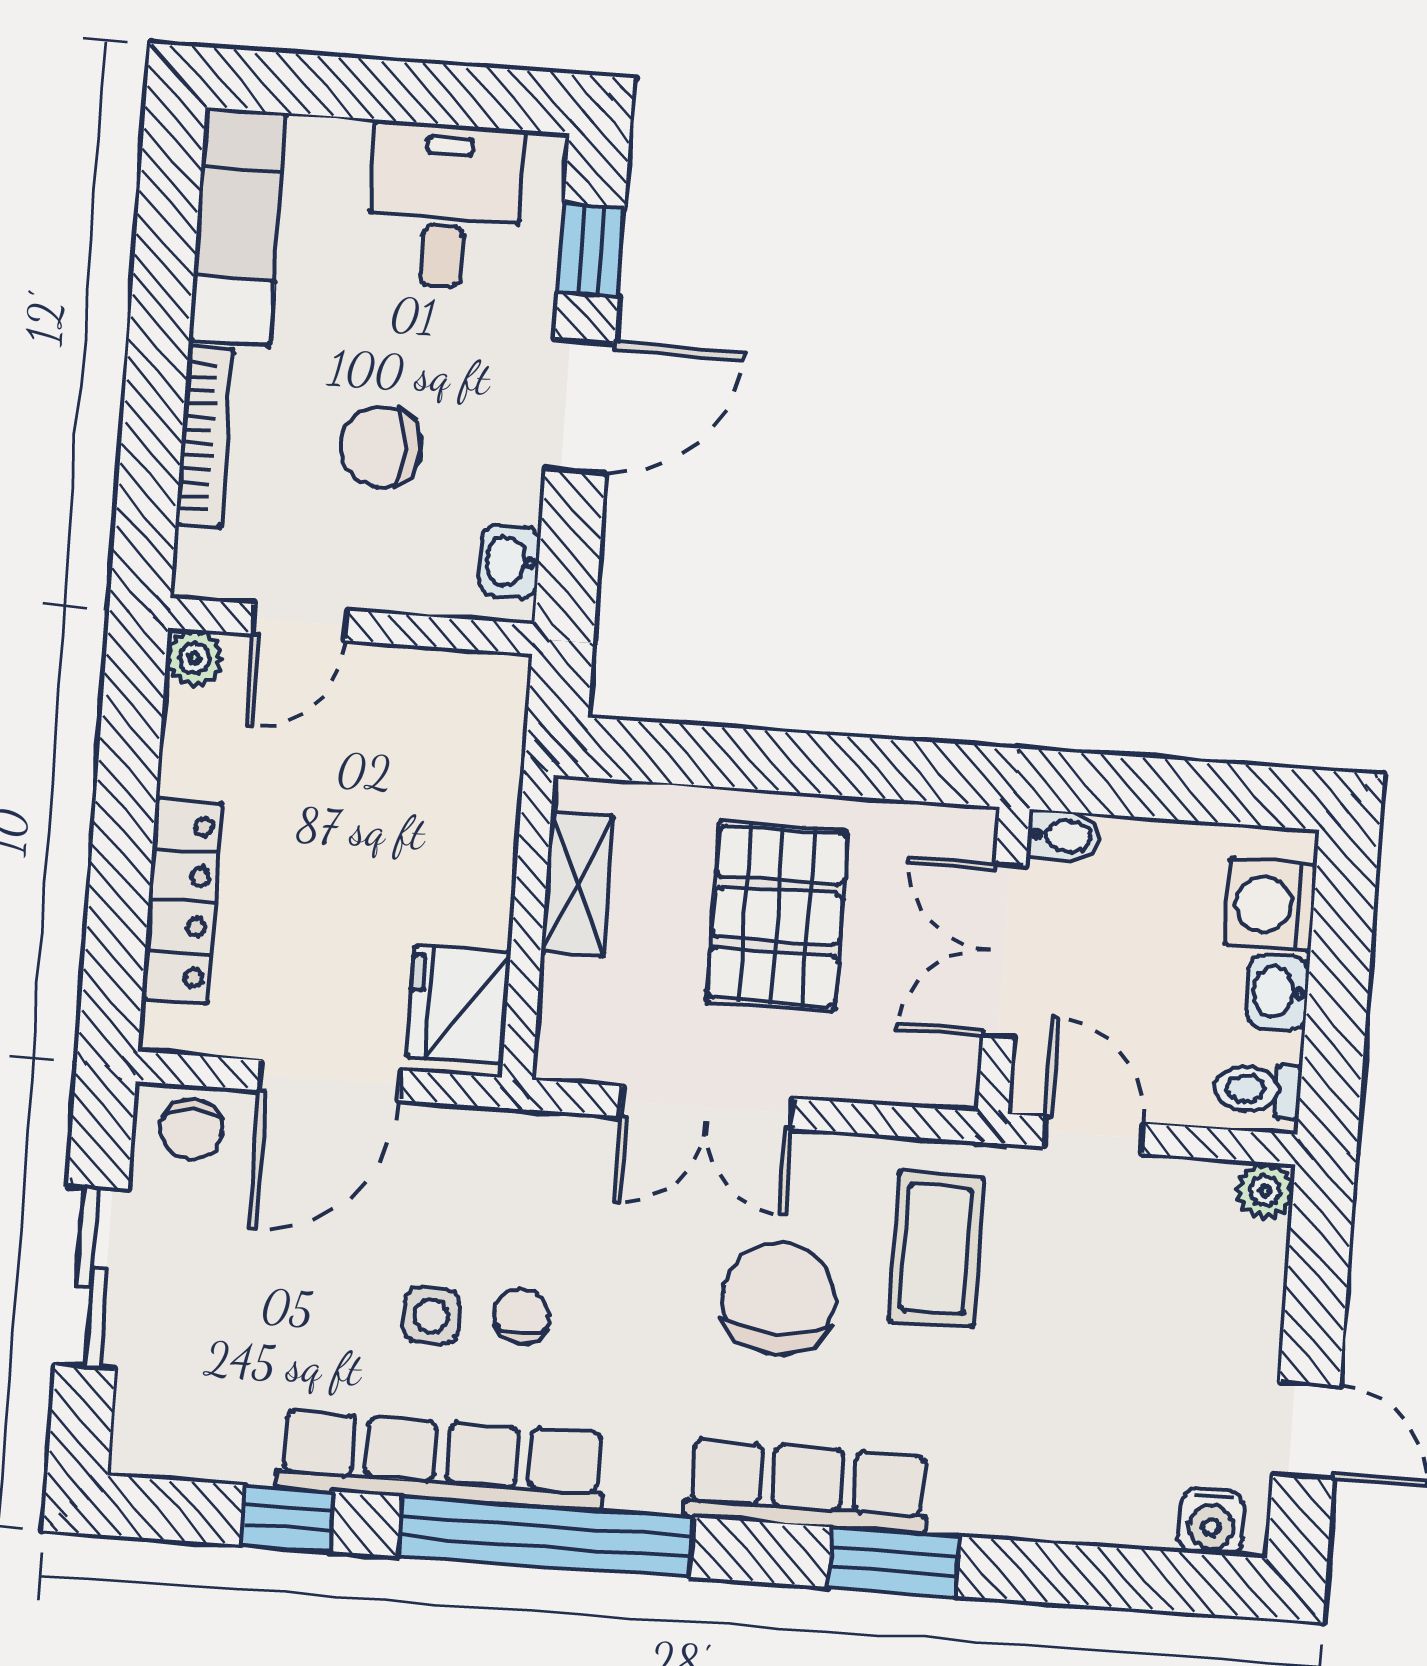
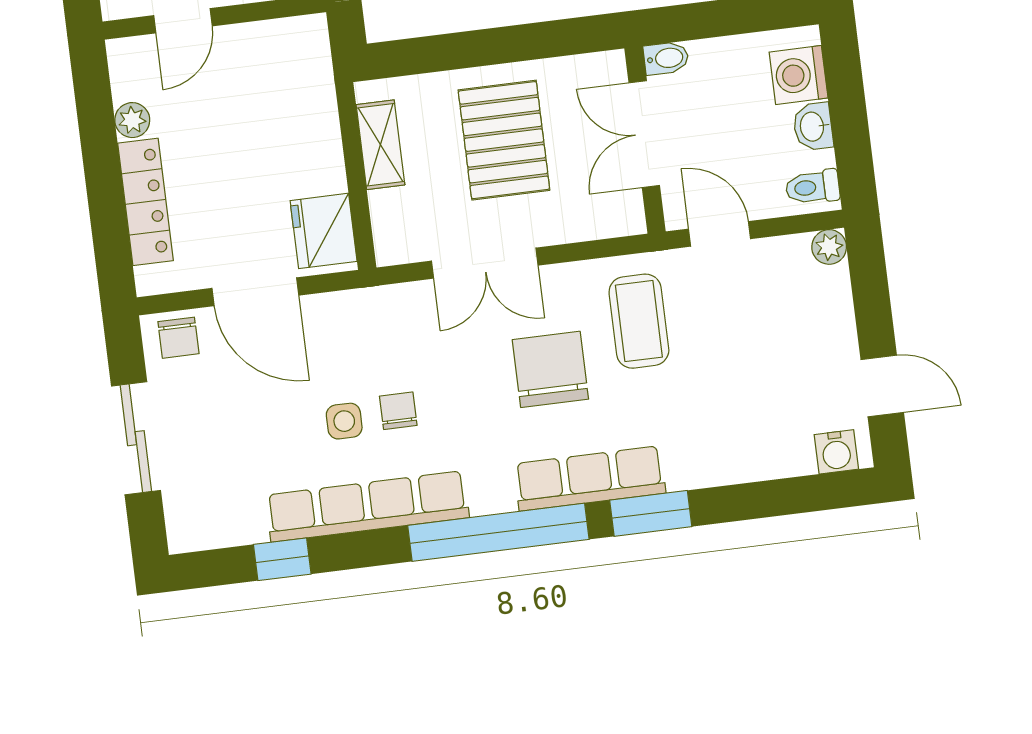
plant: (194, 658) -> (132, 120), moved
door: (330, 1080) -> (255, 292), hinge flipped
window: (546, 1537) -> (498, 532), moved

